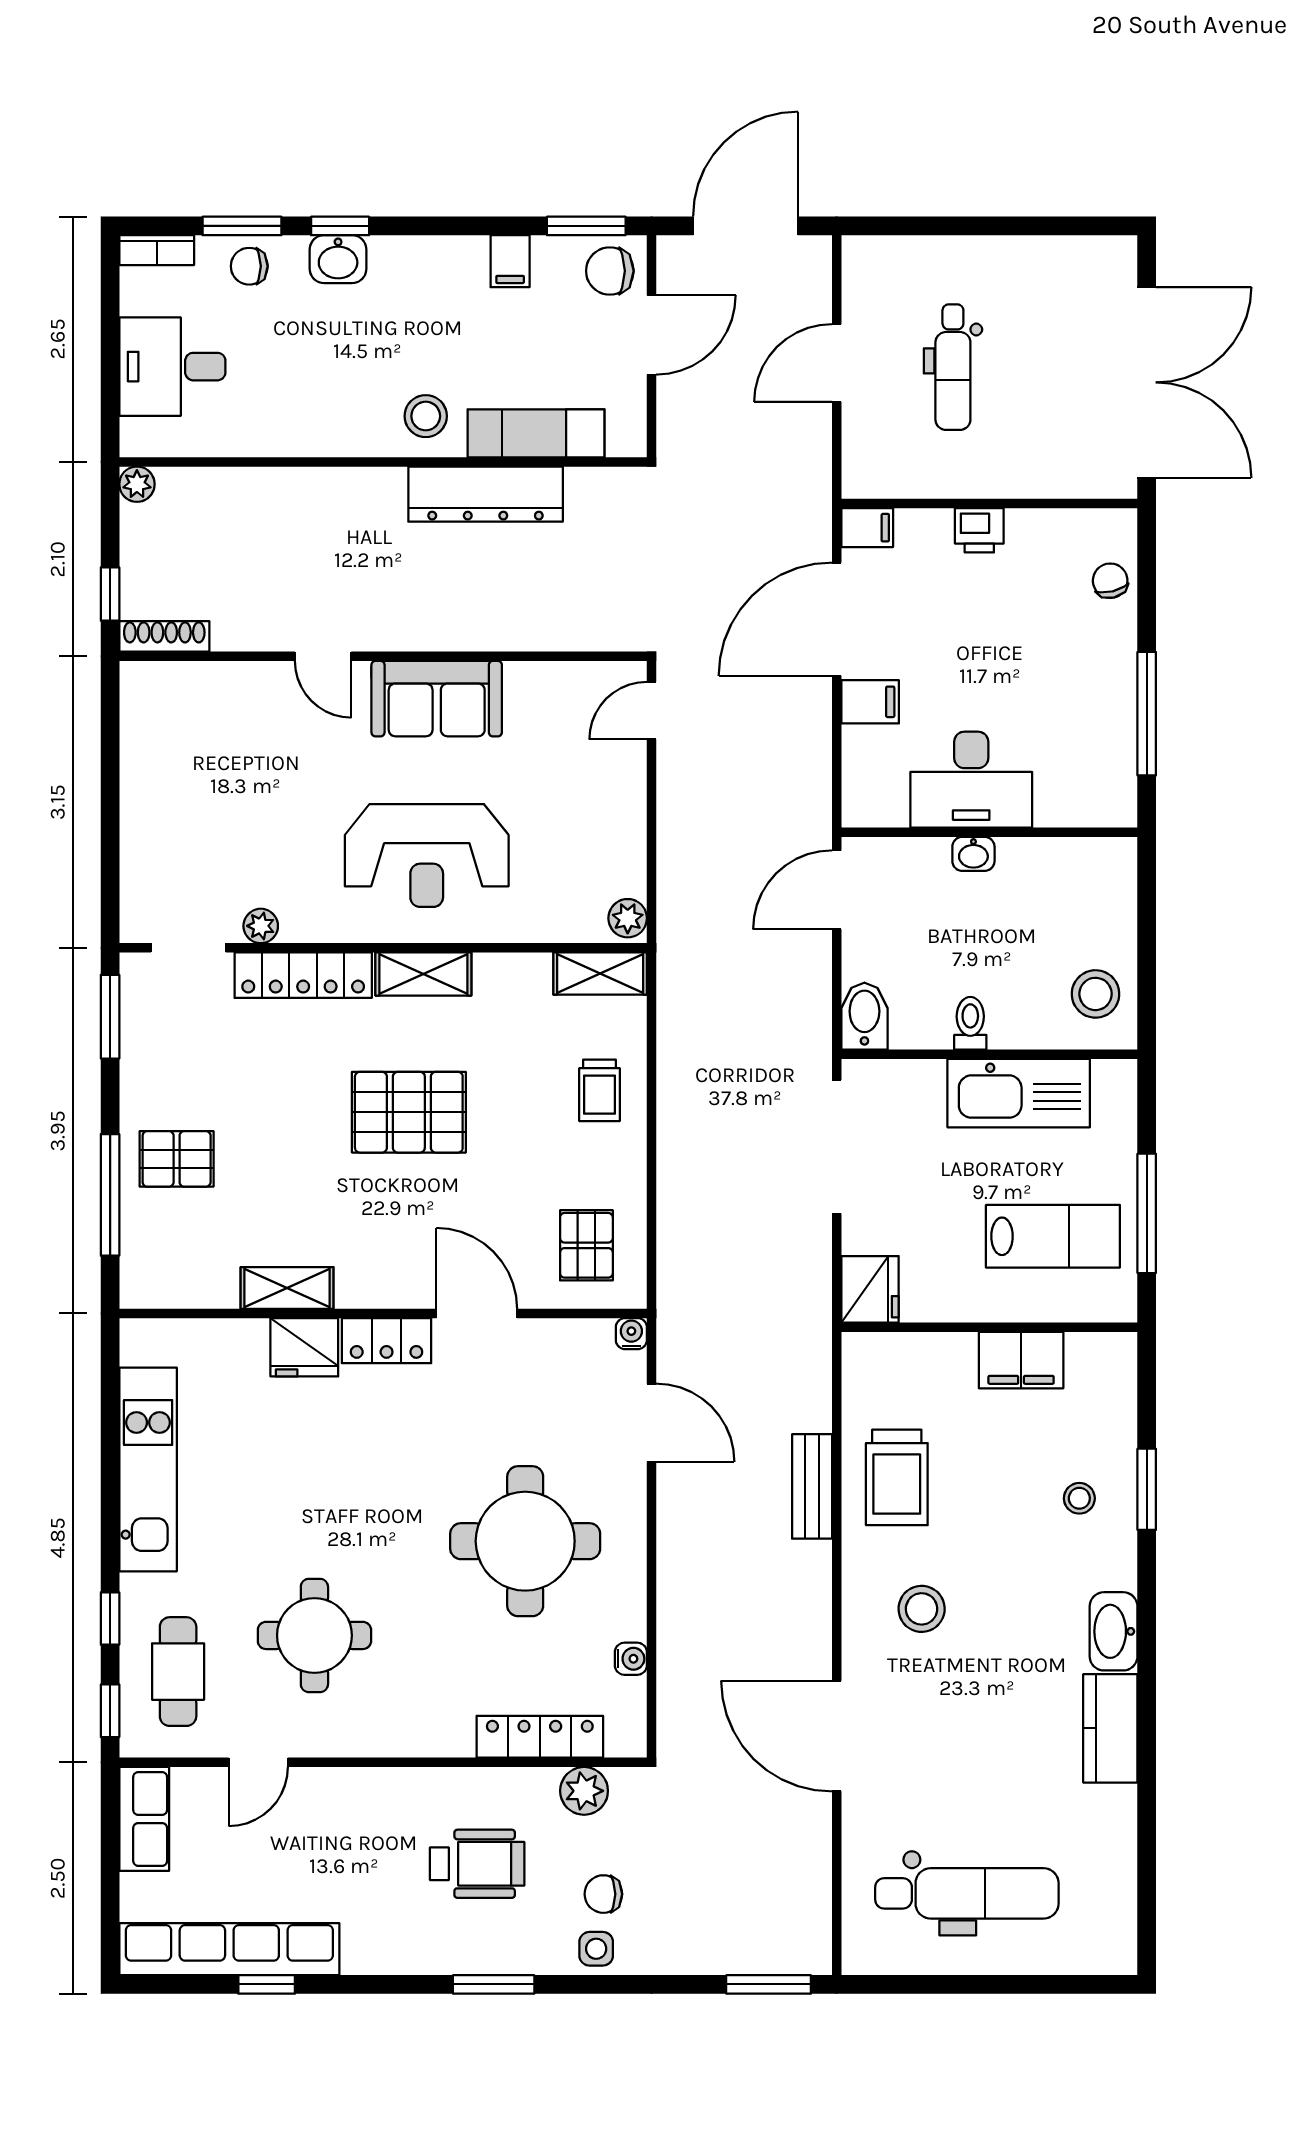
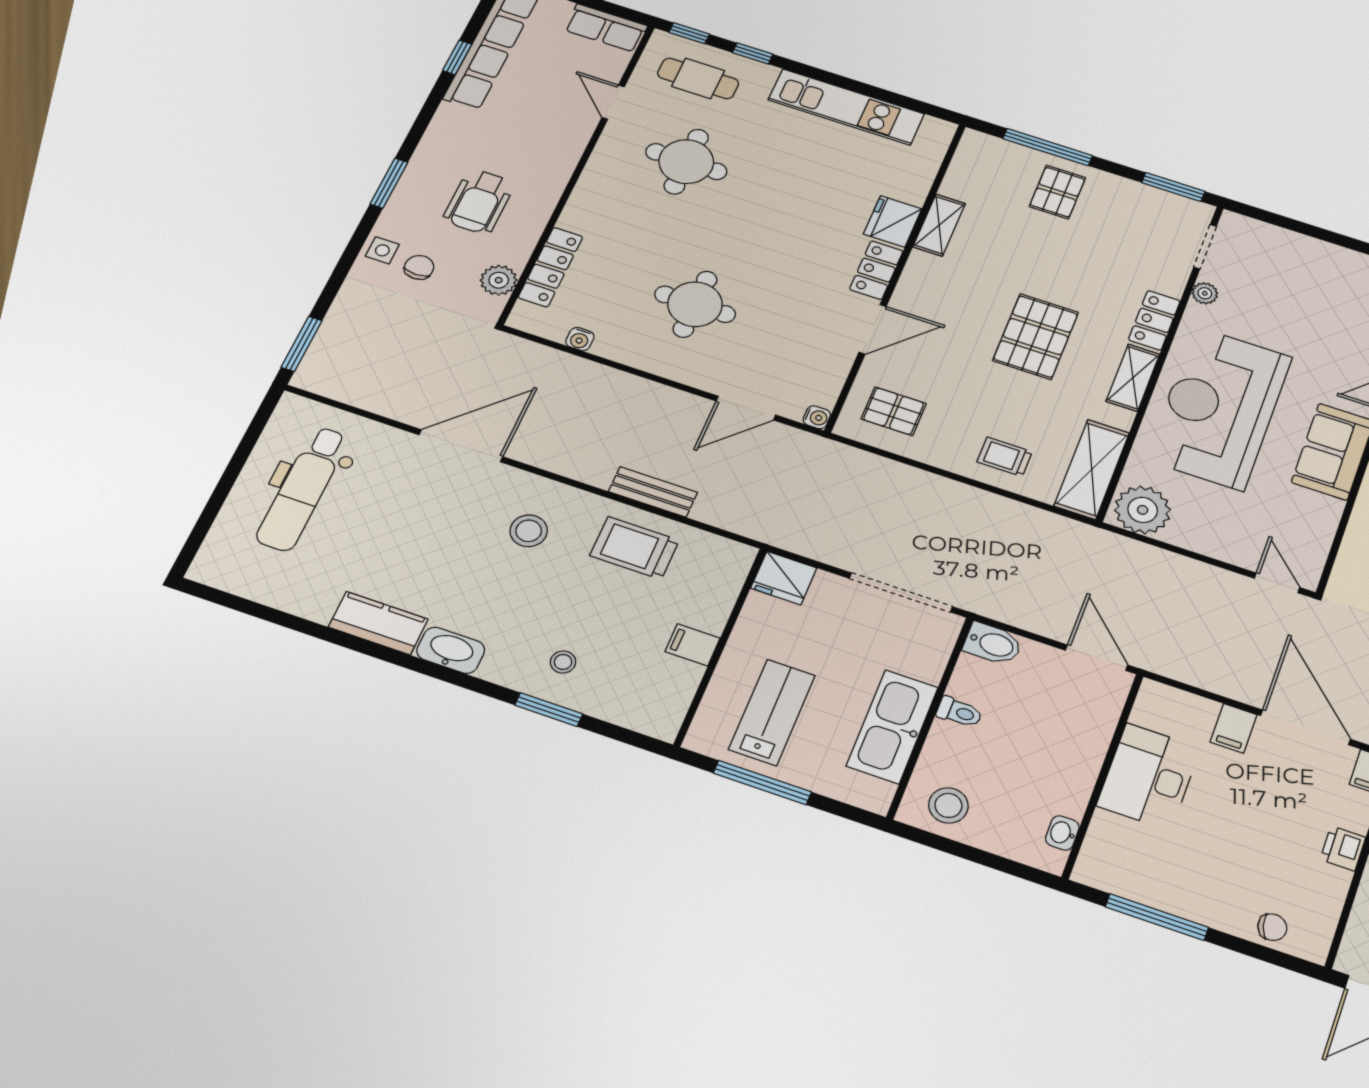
washbasin: (973, 854) -> (1062, 833), moved
reception desk: (427, 855) -> (1219, 408), width x1.36, depth x1.30
plant: (628, 918) -> (1143, 510), width x1.87, depth x1.87
shelving: (600, 974) -> (1092, 469), width x1.50, depth x1.33
locker: (303, 975) -> (1154, 320), width x0.66
lab bench: (1053, 1236) -> (772, 712), turned 180
filing cabinet: (1021, 1360) -> (693, 645), width x0.50
round table: (525, 1541) -> (695, 304), width x0.73, depth x0.73

